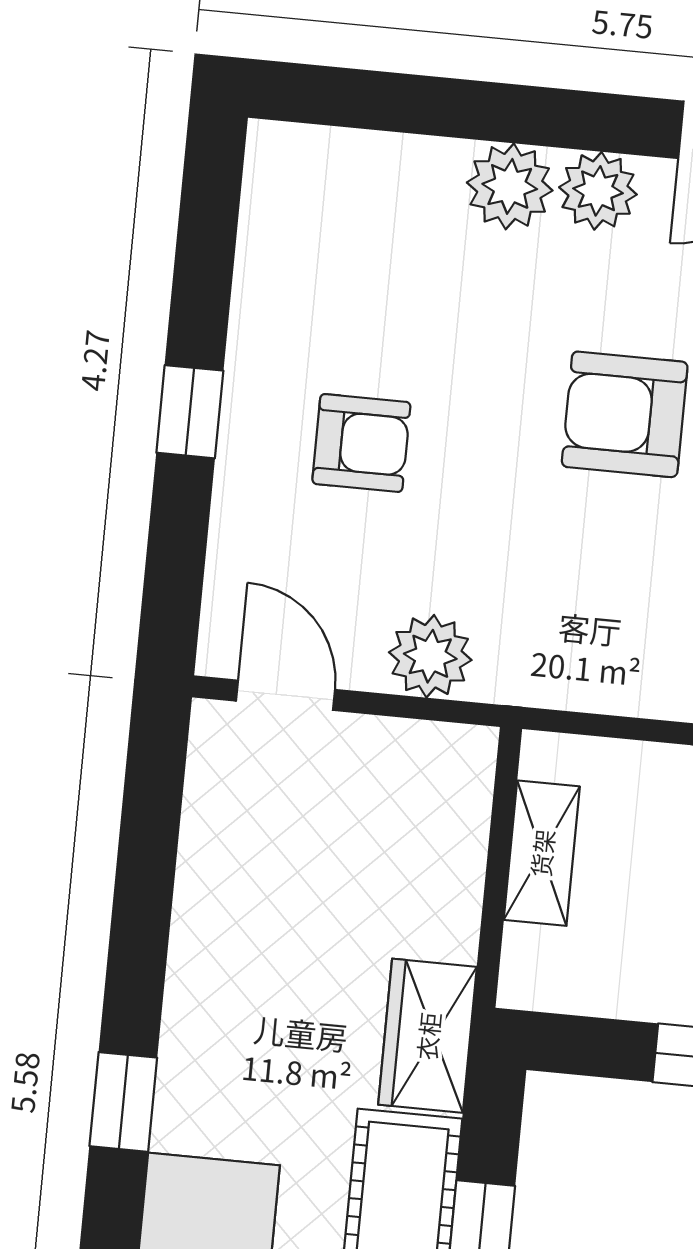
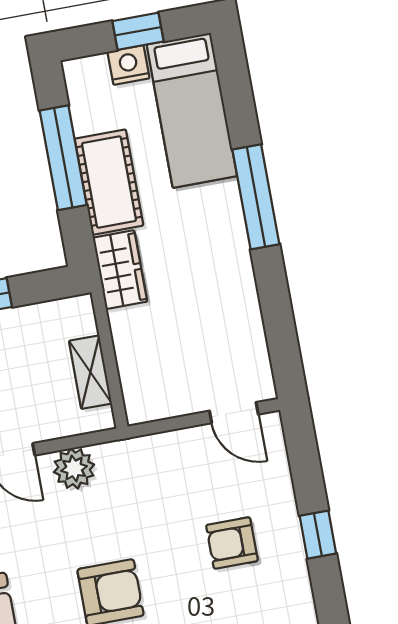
plant: (430, 656) -> (74, 468), moved
window: (123, 1102) -> (256, 197), width x2.17

